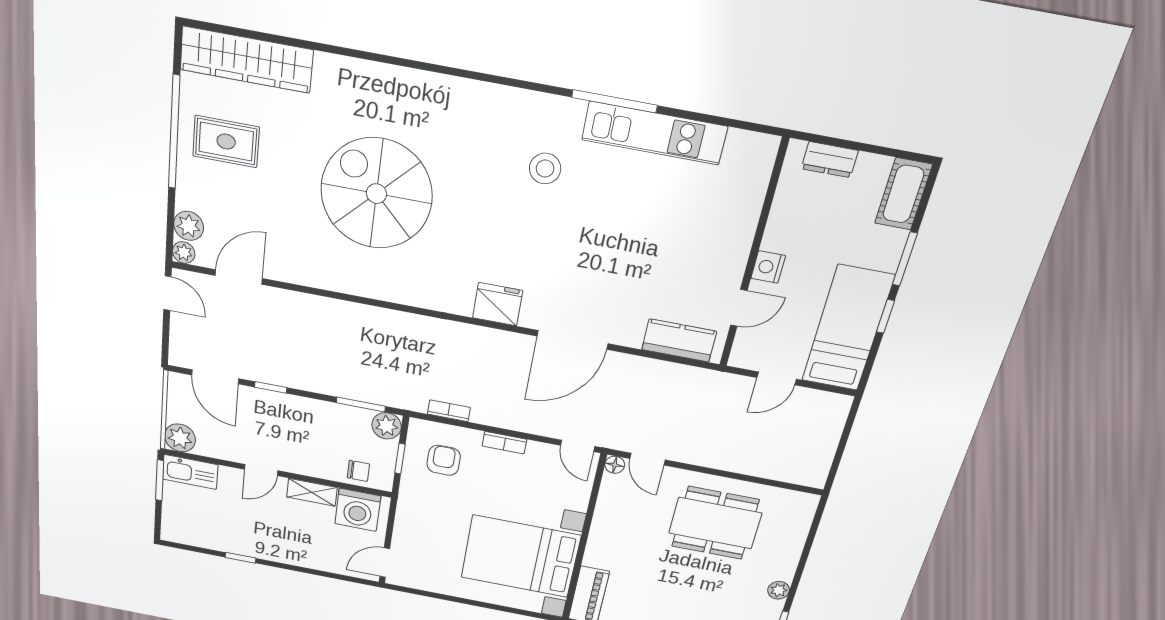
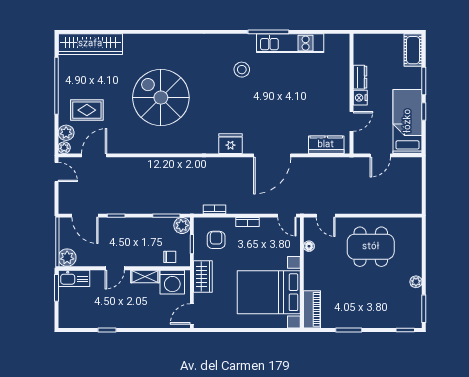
rug: (226, 142) -> (87, 110), moved
dresser: (830, 160) -> (360, 77), moved, turned -90
floor lamp: (615, 465) -> (309, 246), moved
wardrobe: (412, 512) -> (203, 277), added

